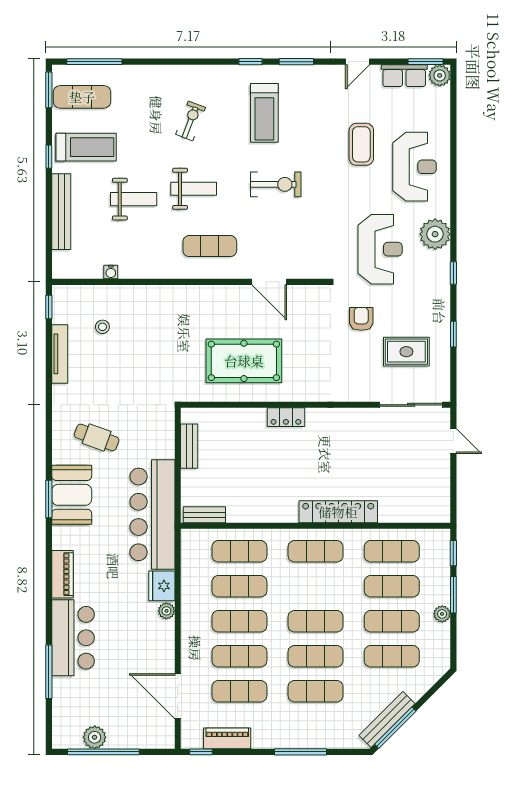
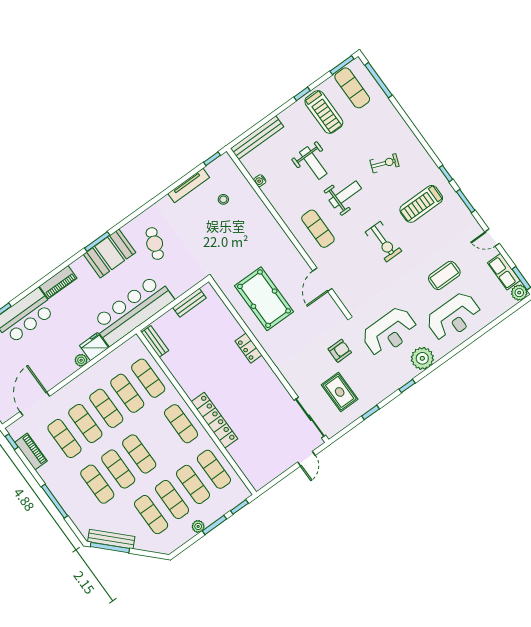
weight bench: (194, 189) -> (345, 194), turned -90
bench: (61, 212) -> (257, 138), moved

